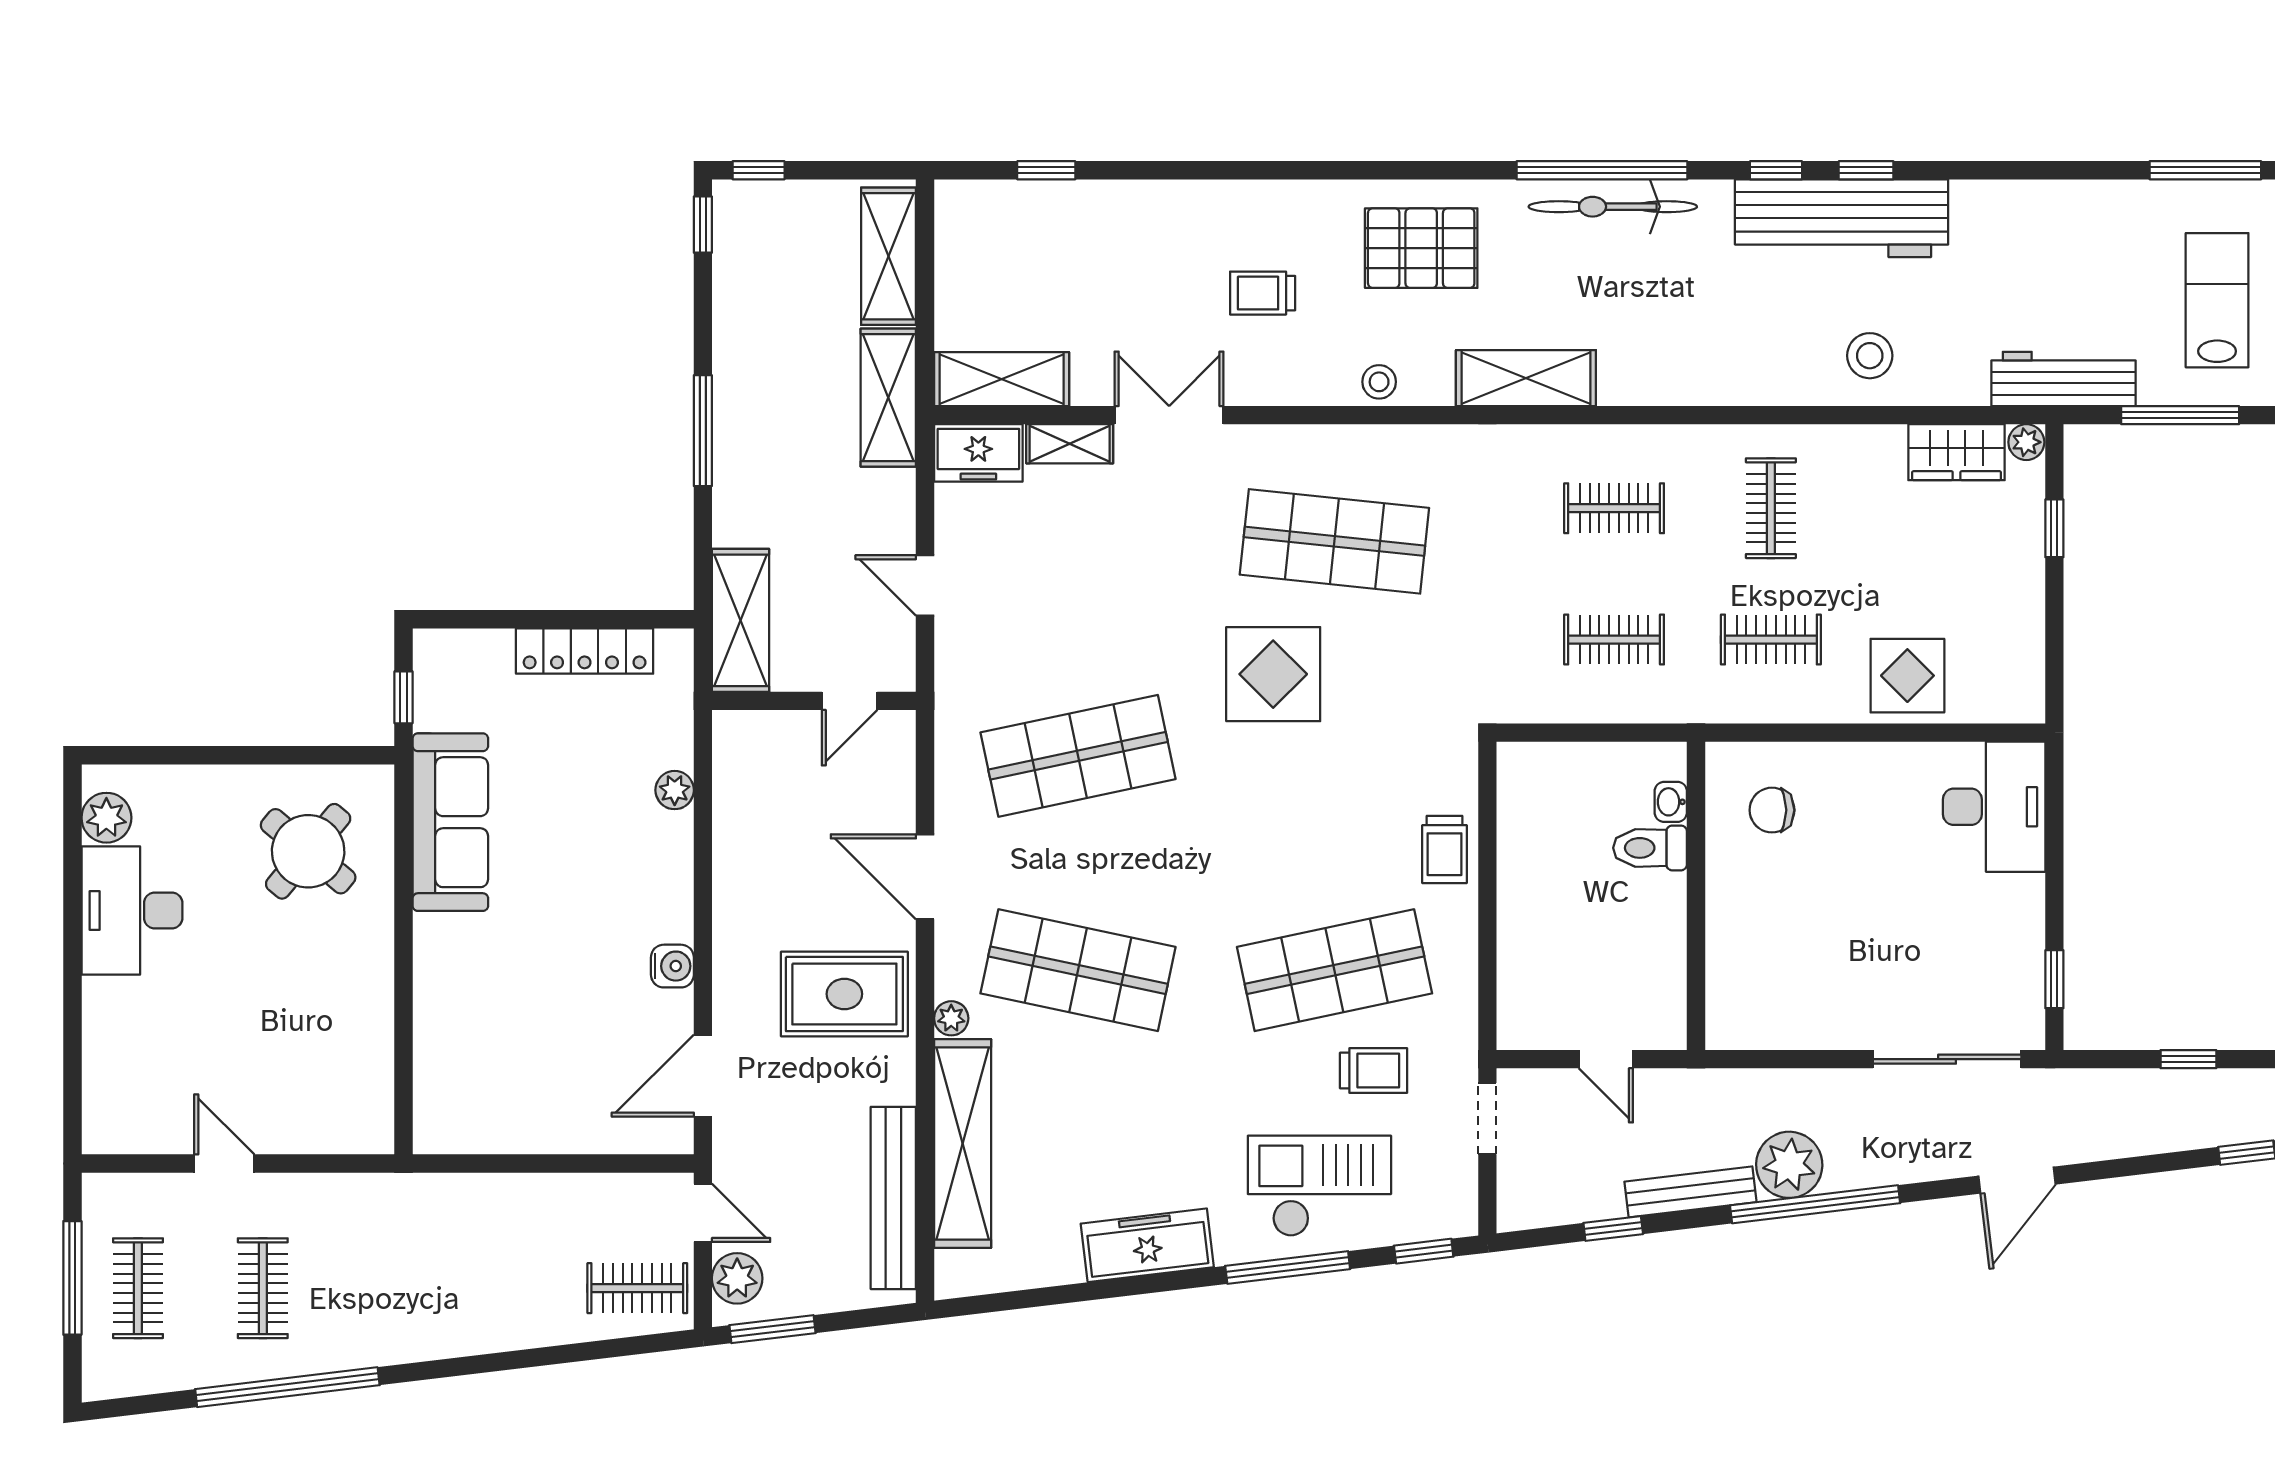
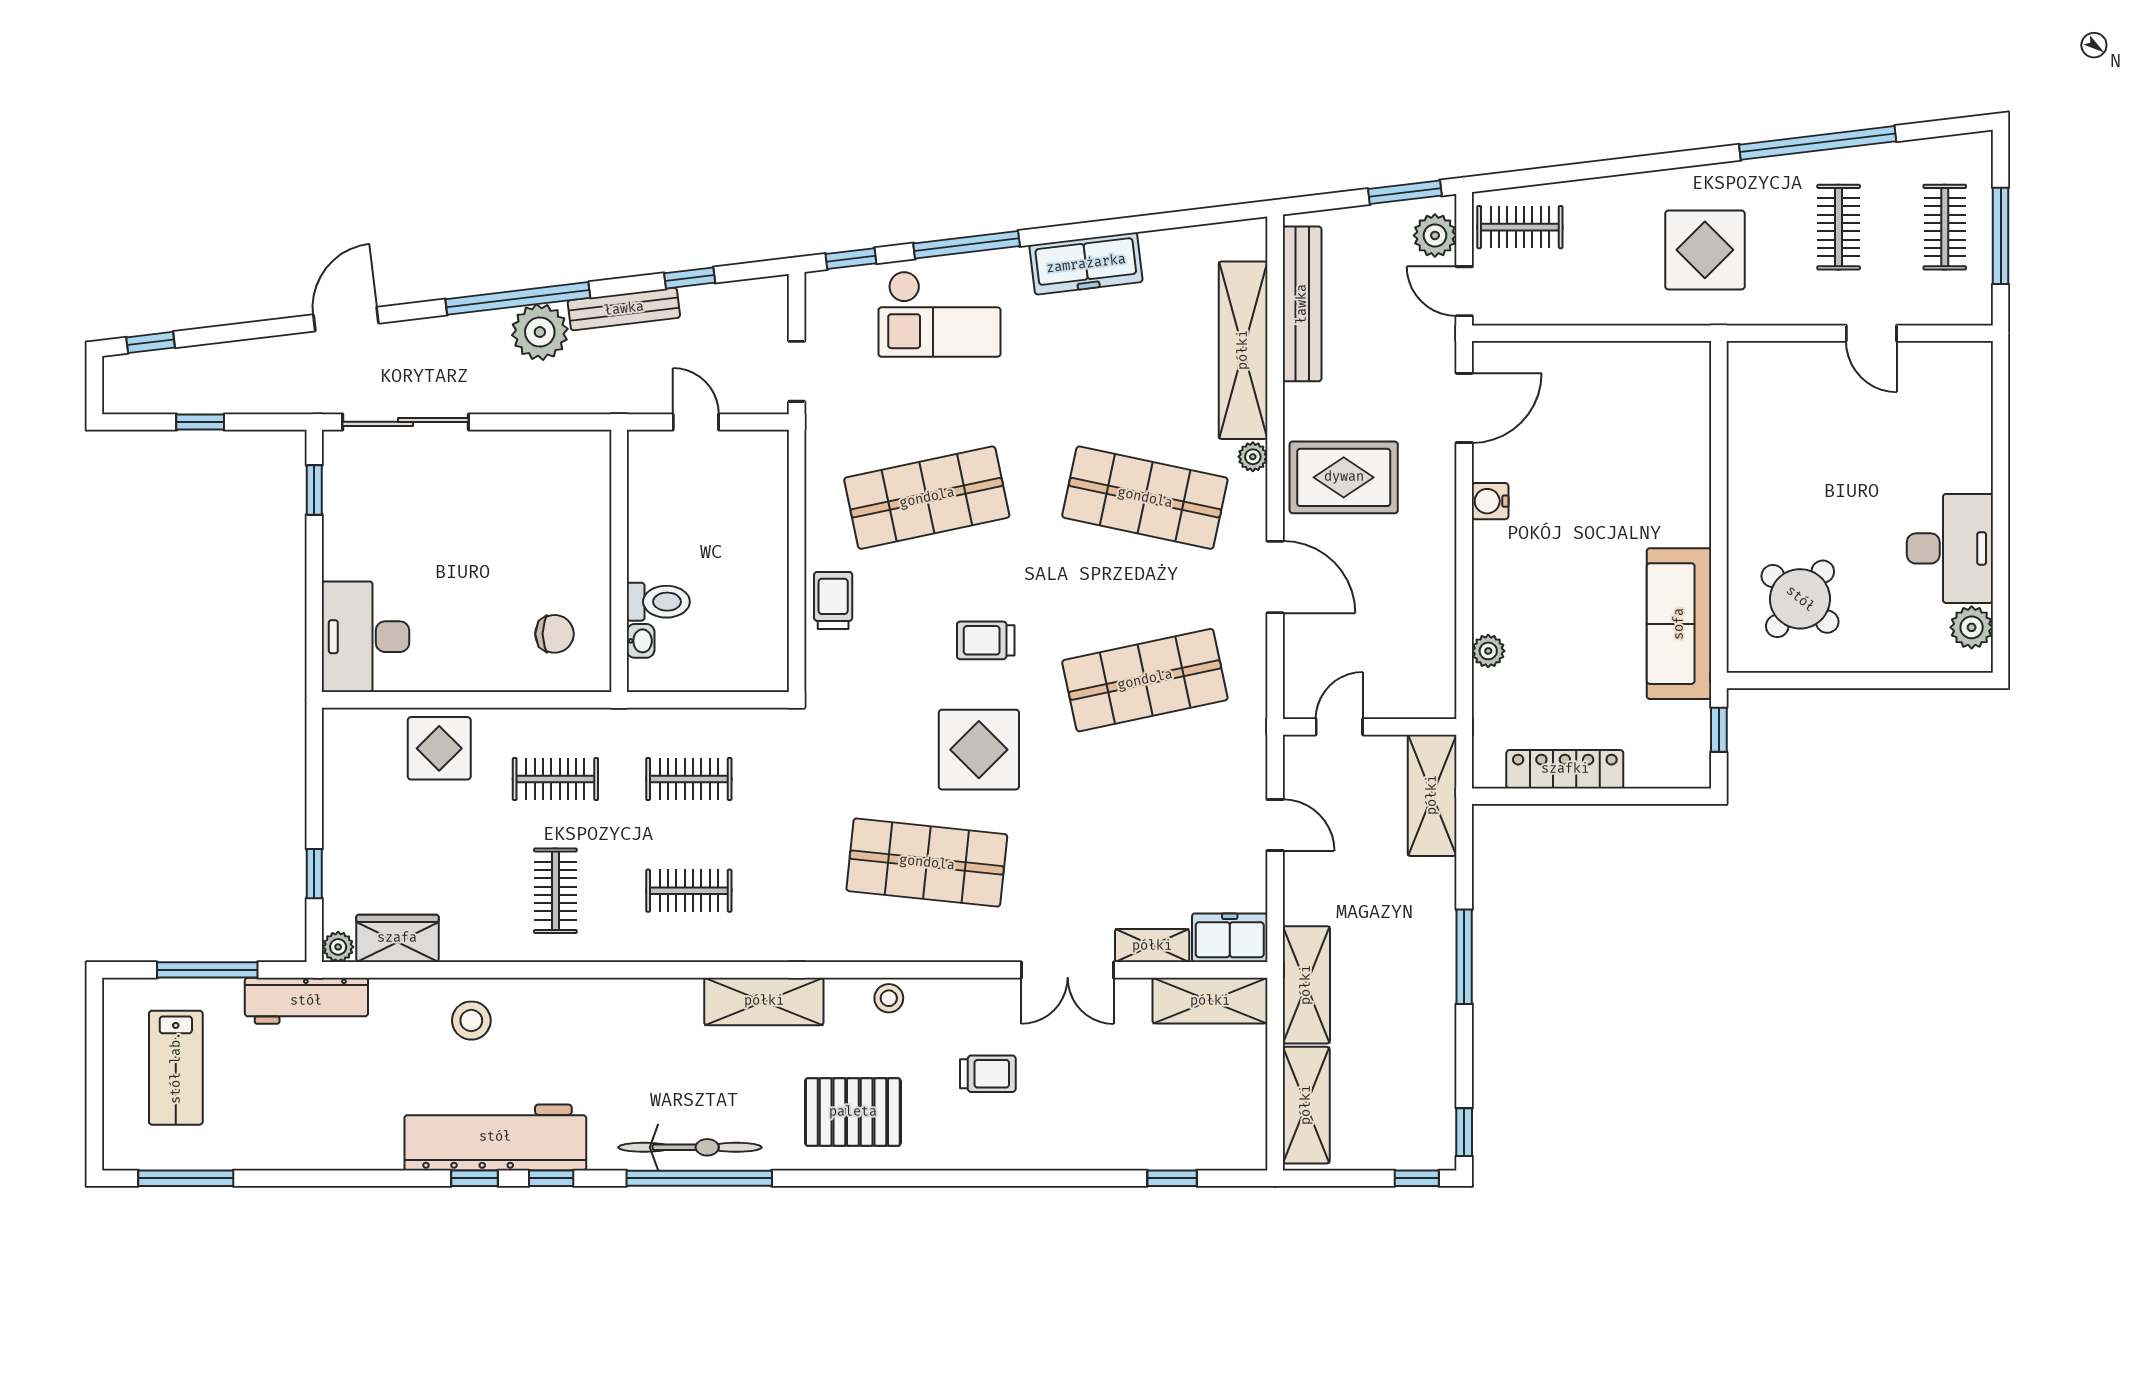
trolley: (1374, 1071) -> (986, 640), moved
display table: (420, 1261) -> (1705, 250), added

